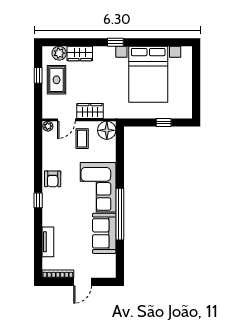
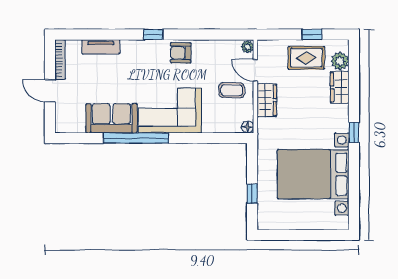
floor lamp: (107, 130) -> (248, 127), width x0.53, depth x0.53

